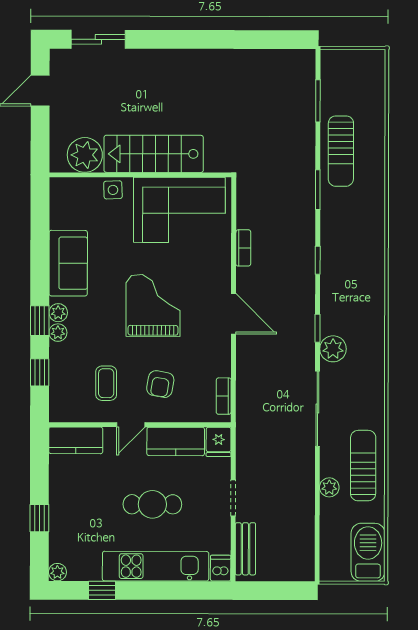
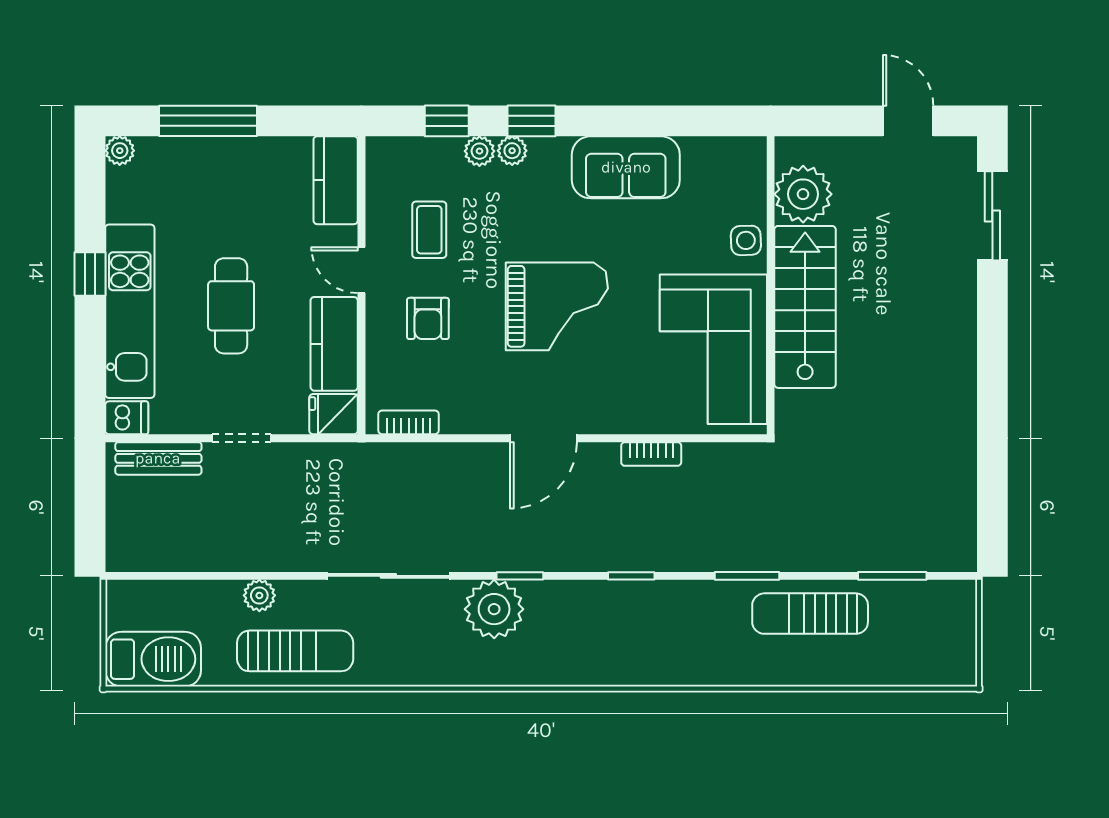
plant: (58, 313) -> (479, 151), moved
plant: (333, 349) -> (494, 609), width x1.36, depth x1.36
coffee table: (106, 383) -> (429, 230), turned 90
armchair: (160, 384) -> (428, 318), turned -100
window: (39, 518) -> (208, 121), width x2.17
window: (102, 590) -> (90, 274), moved

